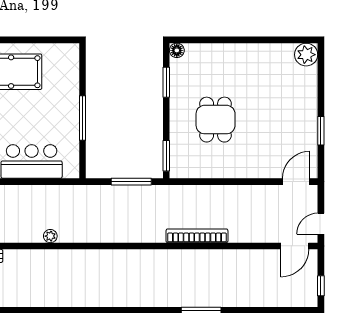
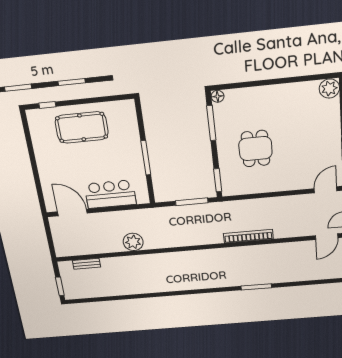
window: (166, 82) -> (211, 123), width x1.44
plant: (50, 236) -> (133, 242), width x1.88, depth x1.88

